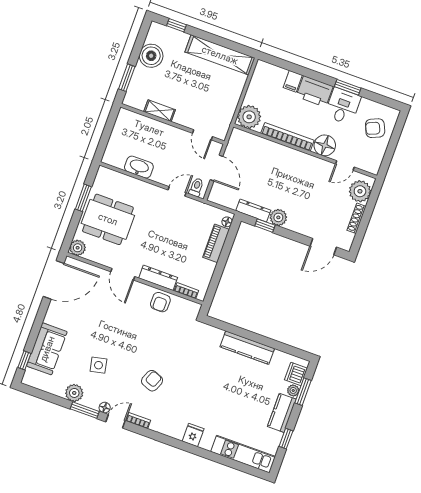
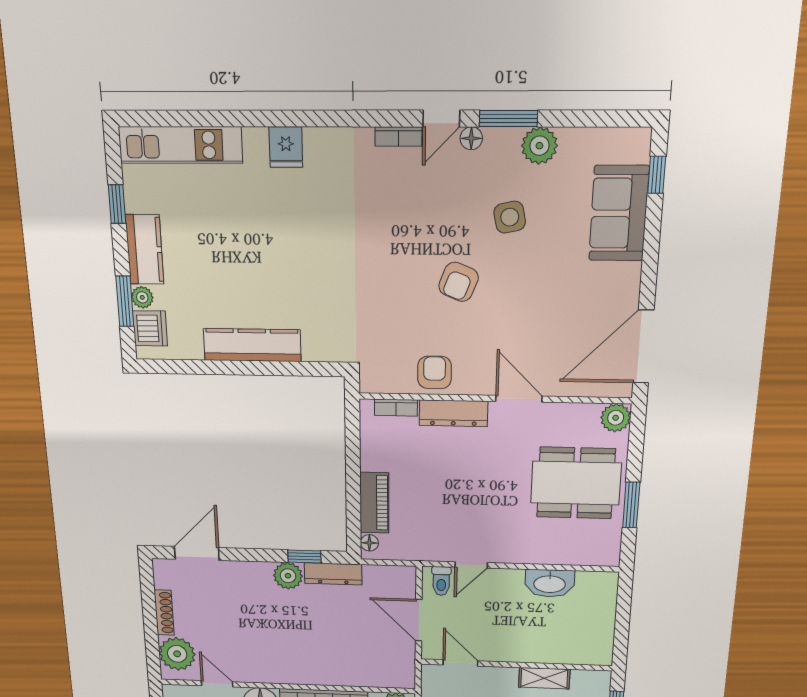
door: (345, 166) -> (217, 684), hinge flipped
armchair: (152, 381) -> (459, 282), moved

